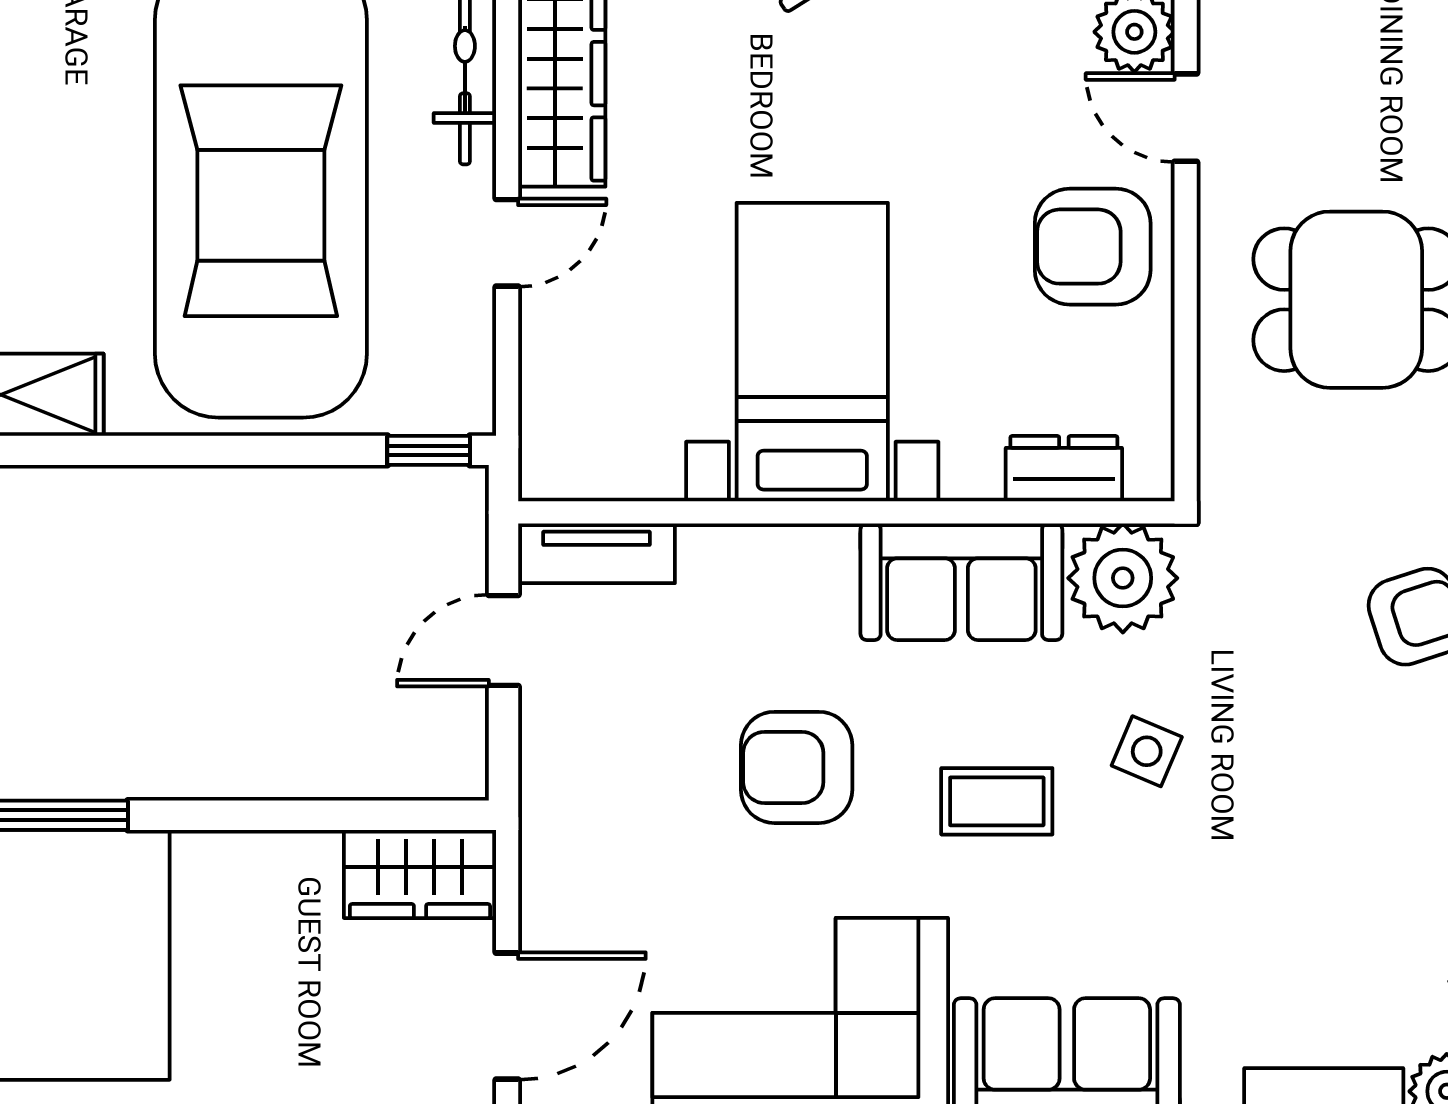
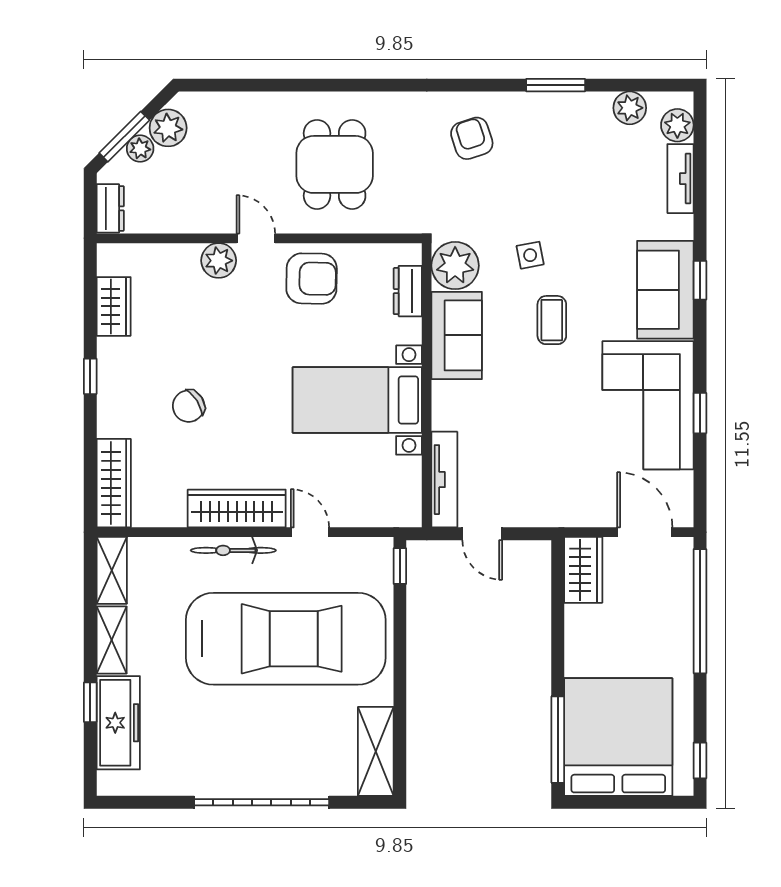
door: (1186, 118) -> (256, 238), swing flipped
armchair: (1093, 247) -> (312, 279), turned -89
tv unit: (596, 553) -> (444, 480), width x1.41
side table: (1147, 751) -> (530, 255), turned -34
armchair: (797, 767) -> (537, 407), removed

